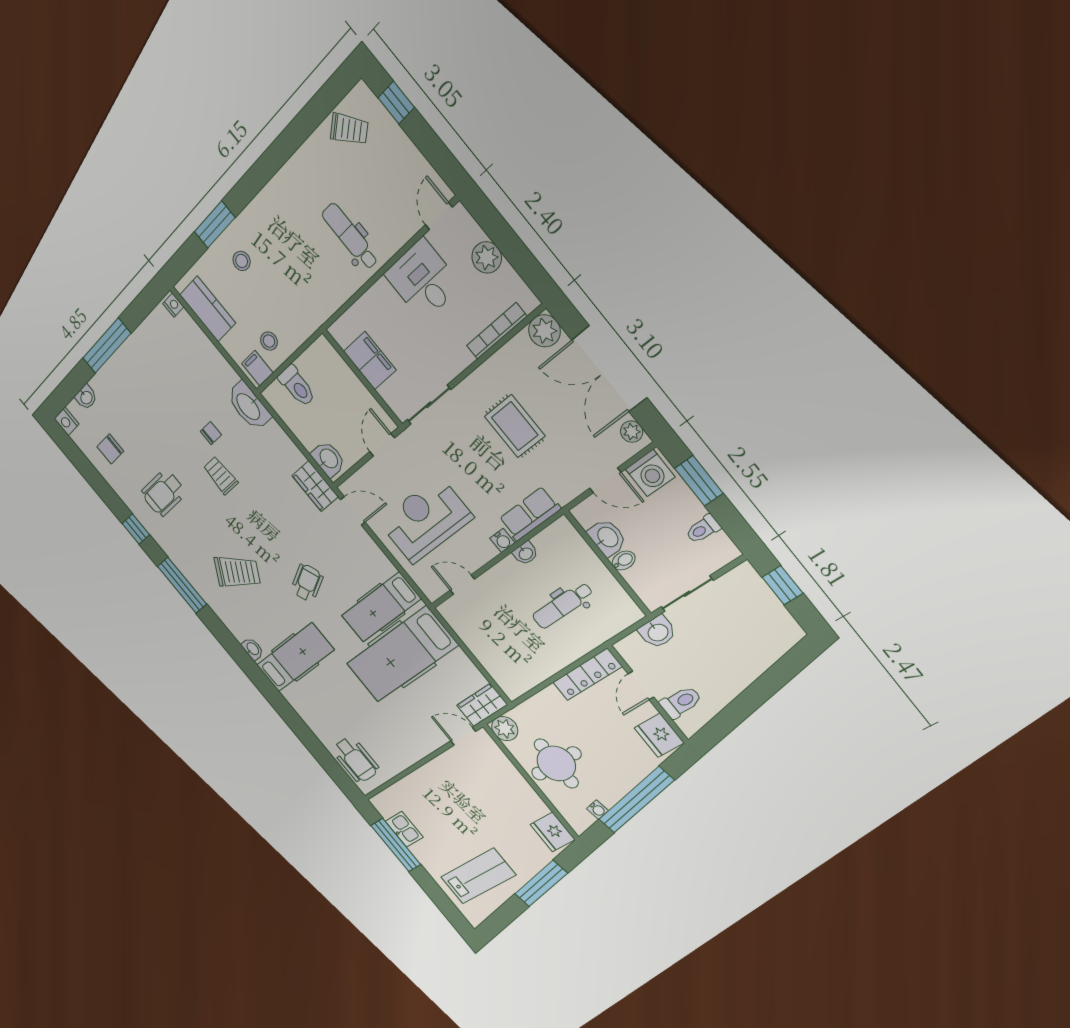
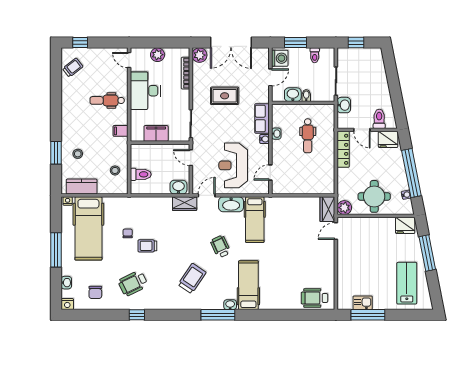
desk: (423, 280) -> (145, 91), width x1.37
filing cabinet: (257, 368) -> (121, 131), moved
washbasin: (249, 406) -> (231, 204), moved
plant: (632, 432) -> (260, 53), removed
wheelchair: (163, 493) -> (133, 283), turned 64
window: (182, 585) -> (218, 315), moved
hospital bed: (402, 655) -> (88, 228), moved
wheelchair: (355, 760) -> (314, 298), turned 180

